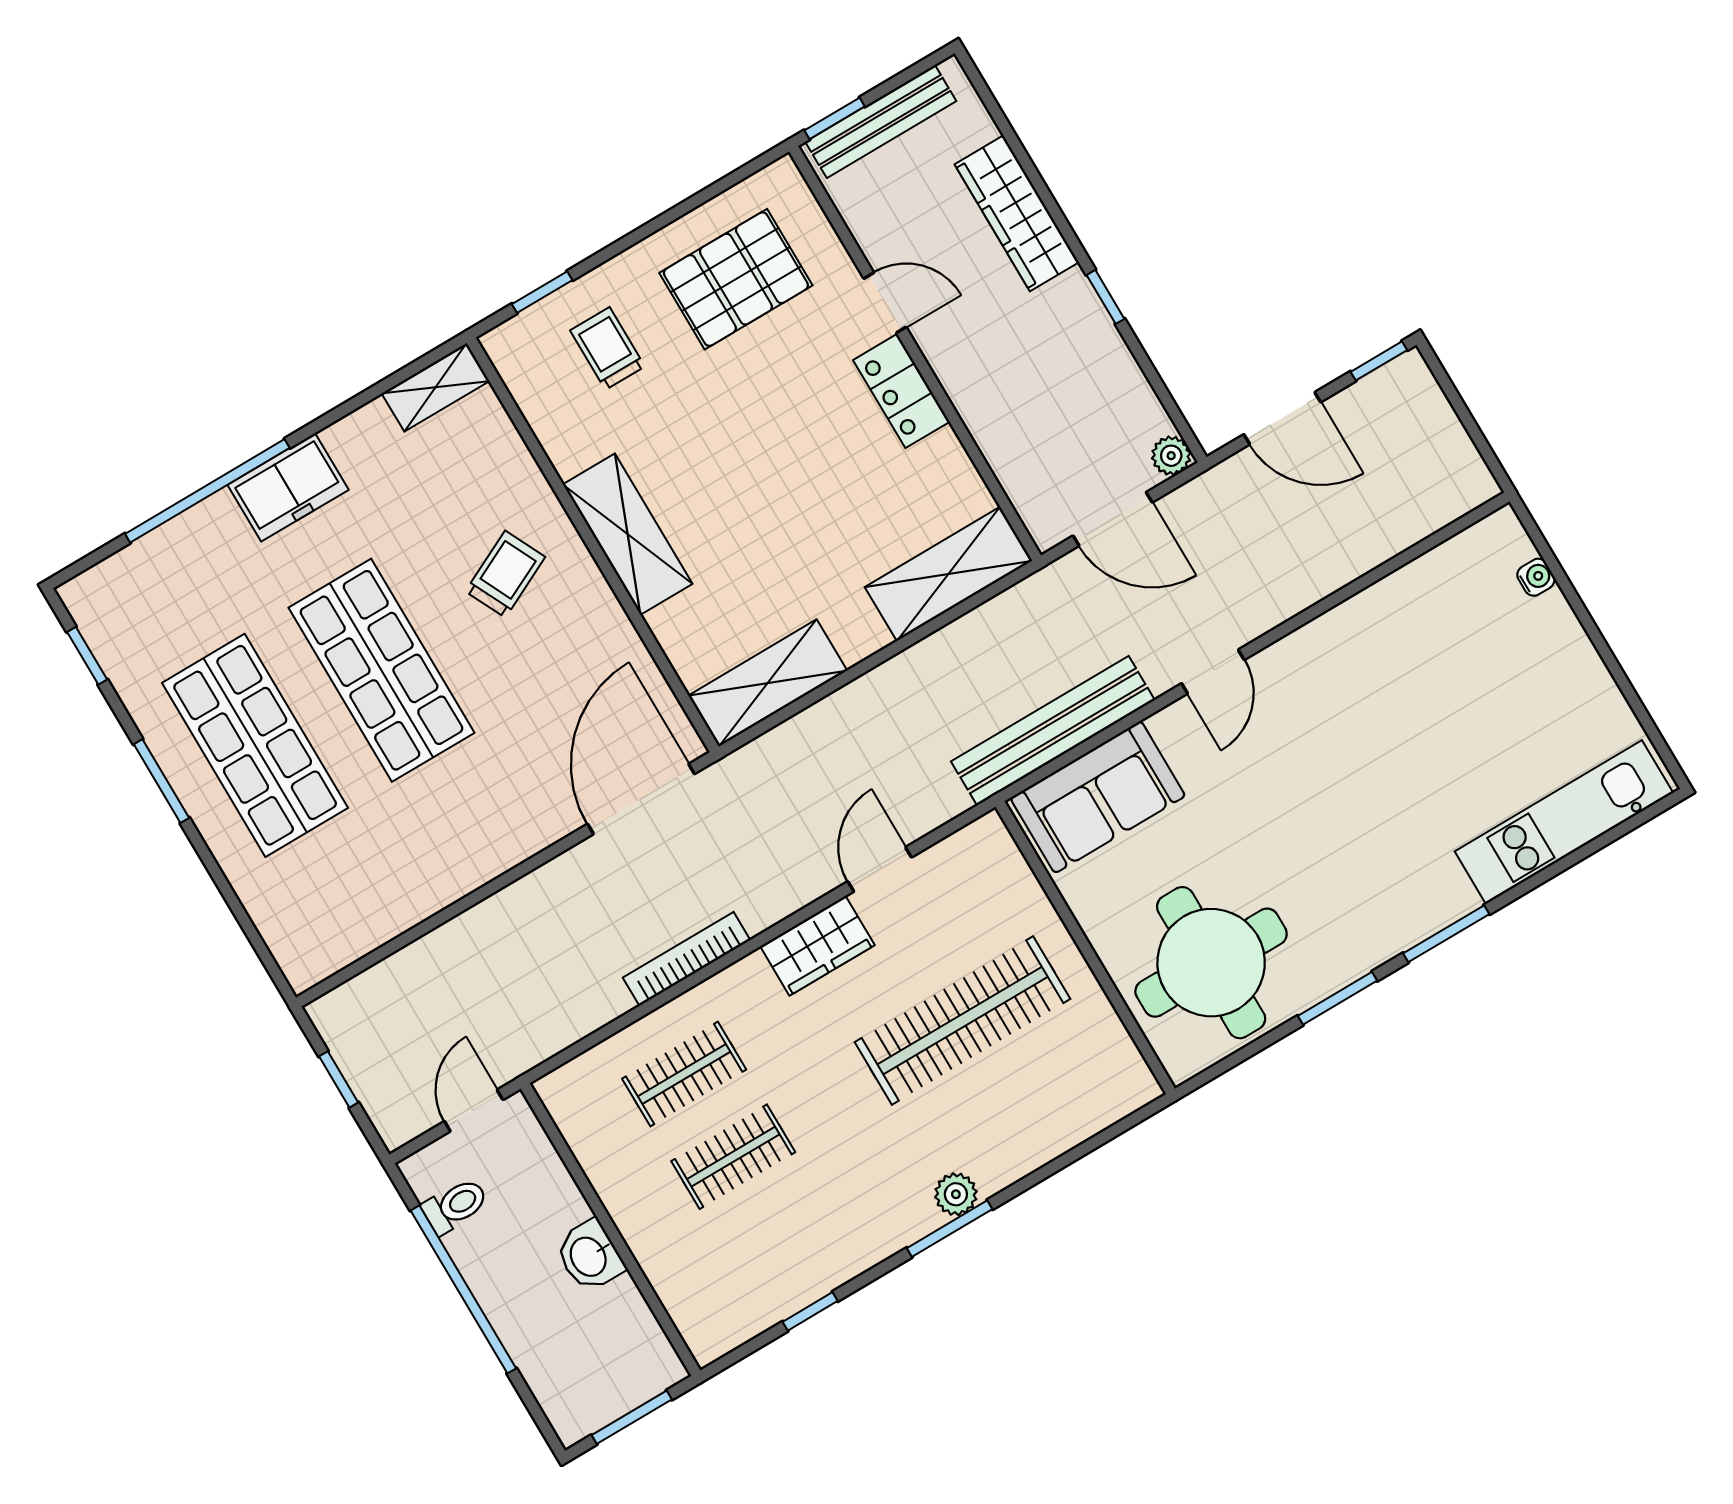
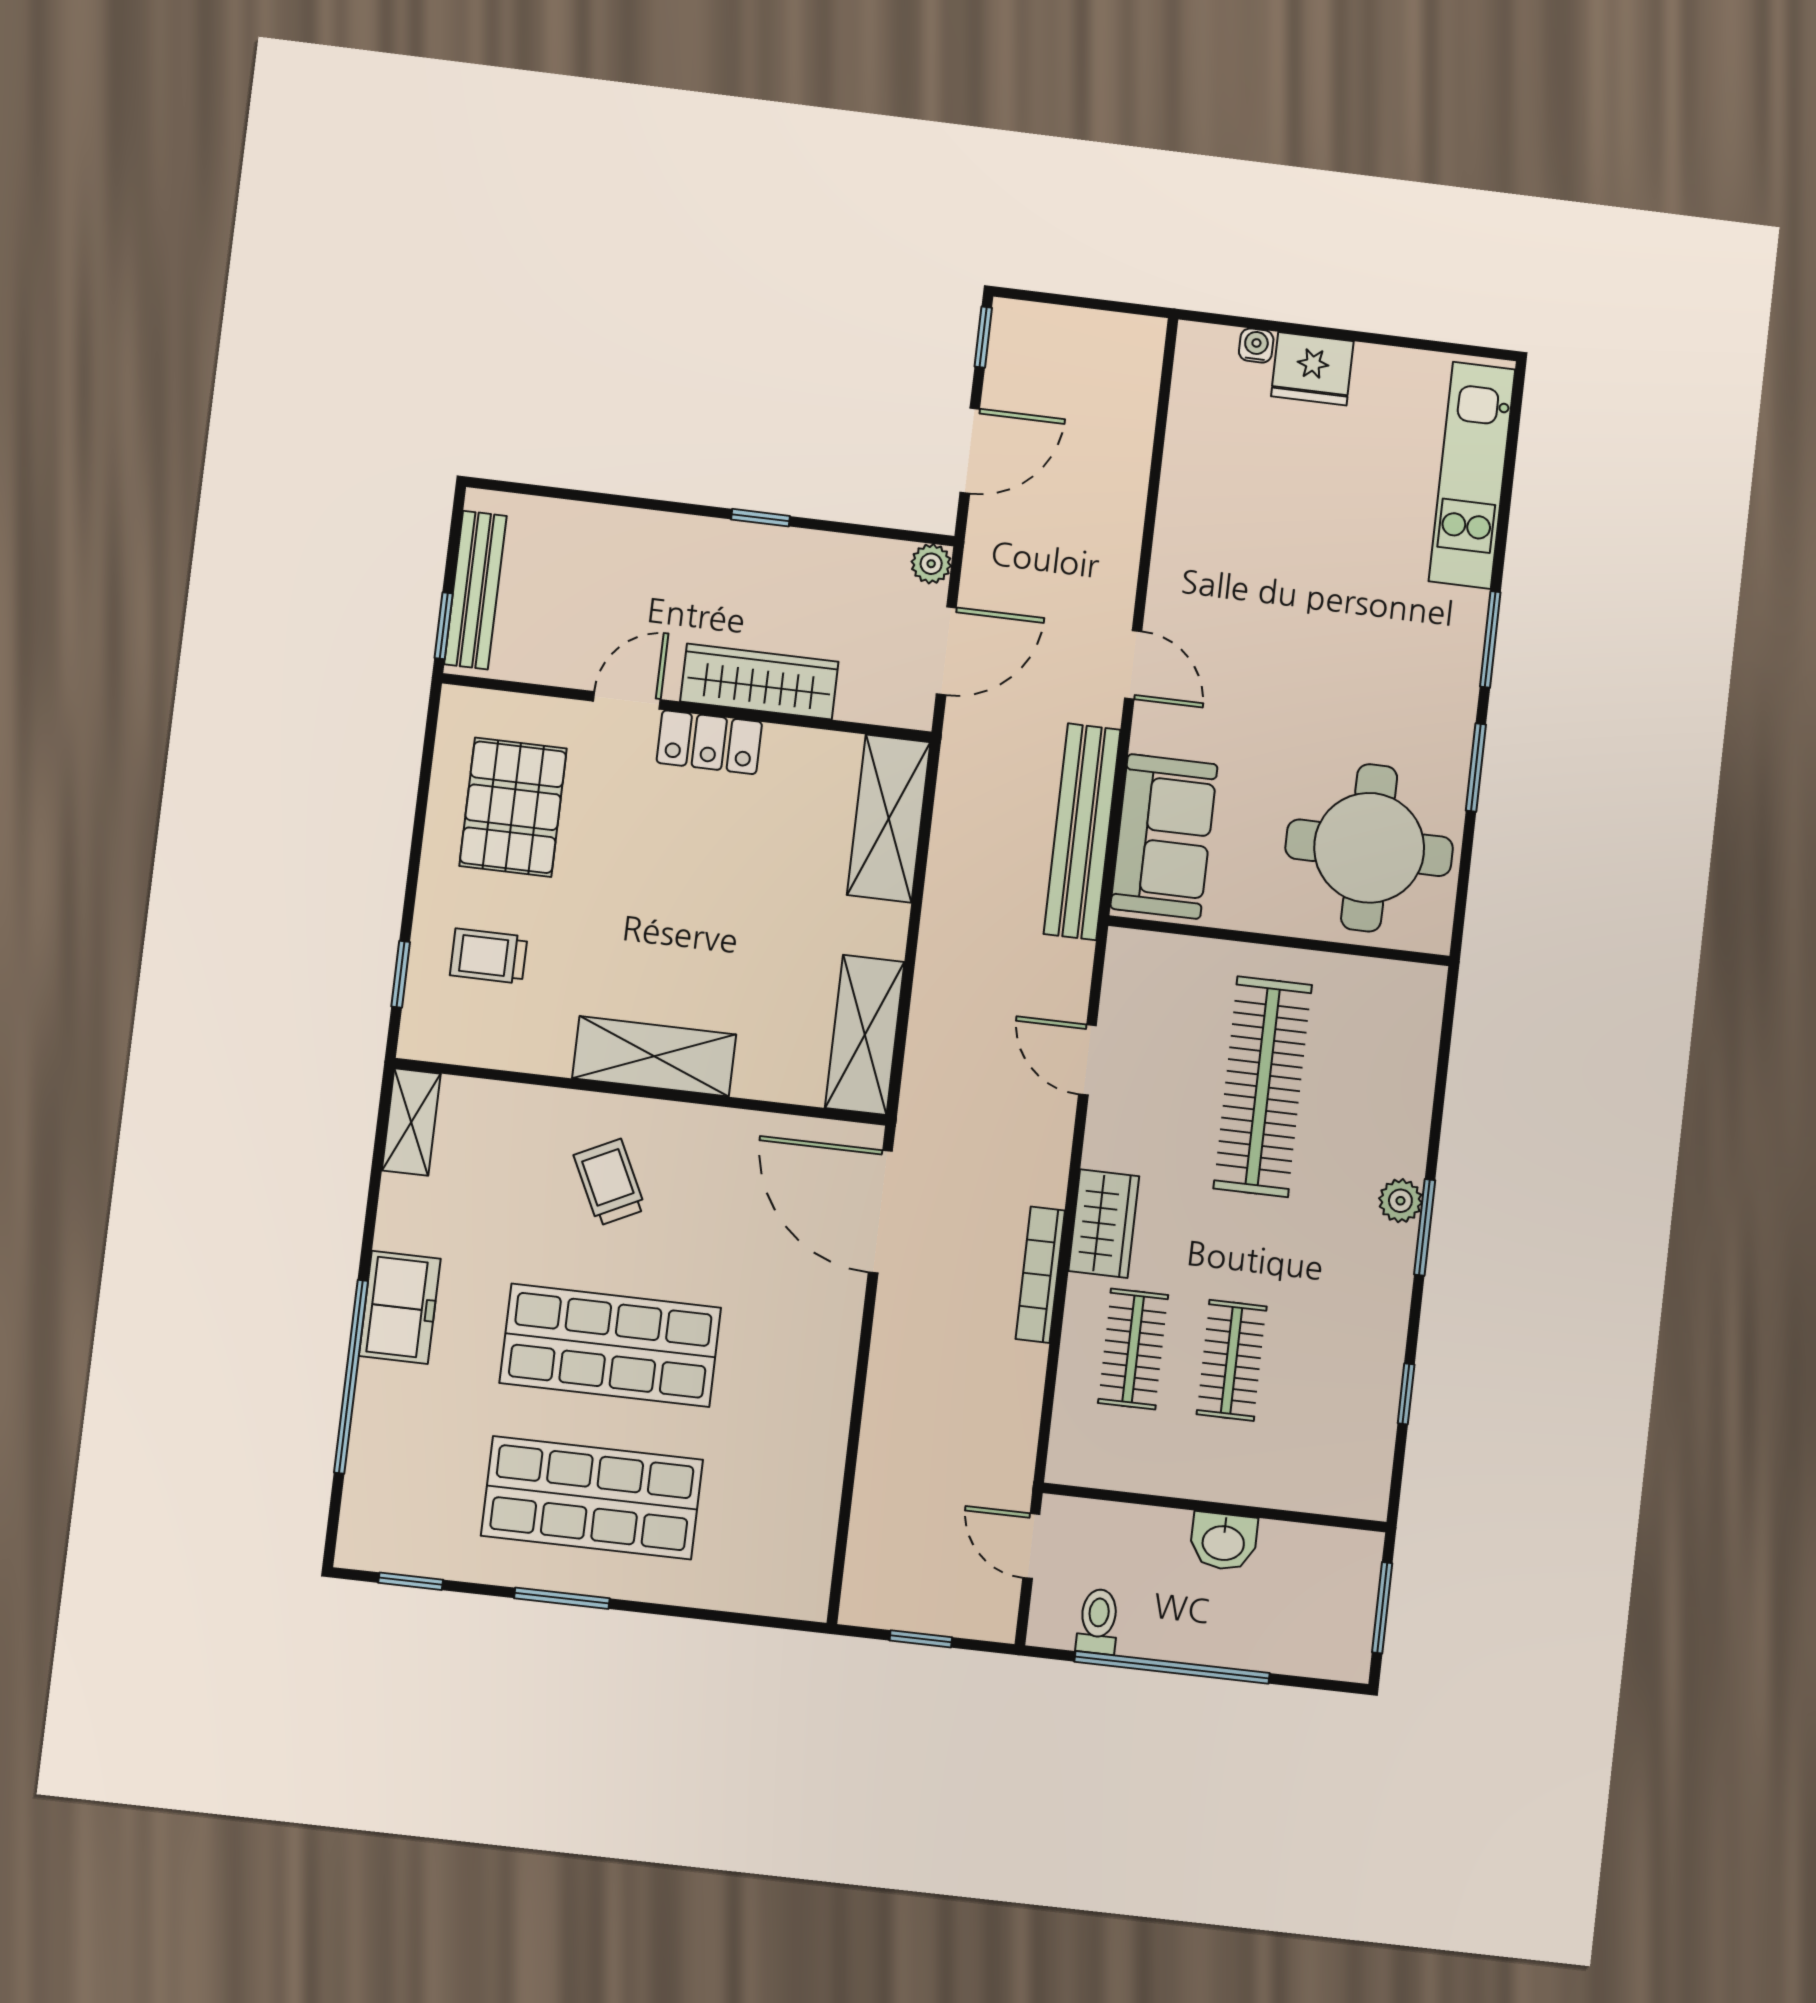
wardrobe: (1017, 213) -> (759, 682), moved, turned 180
fridge: (1552, 635) -> (1312, 369), added
wardrobe: (817, 946) -> (1104, 1224), moved

